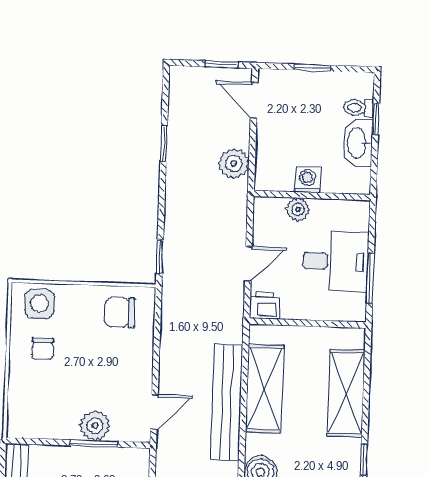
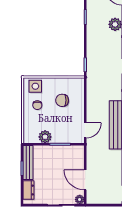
chair: (120, 312) -> (62, 100), moved
plant: (95, 426) -> (45, 137), moved

